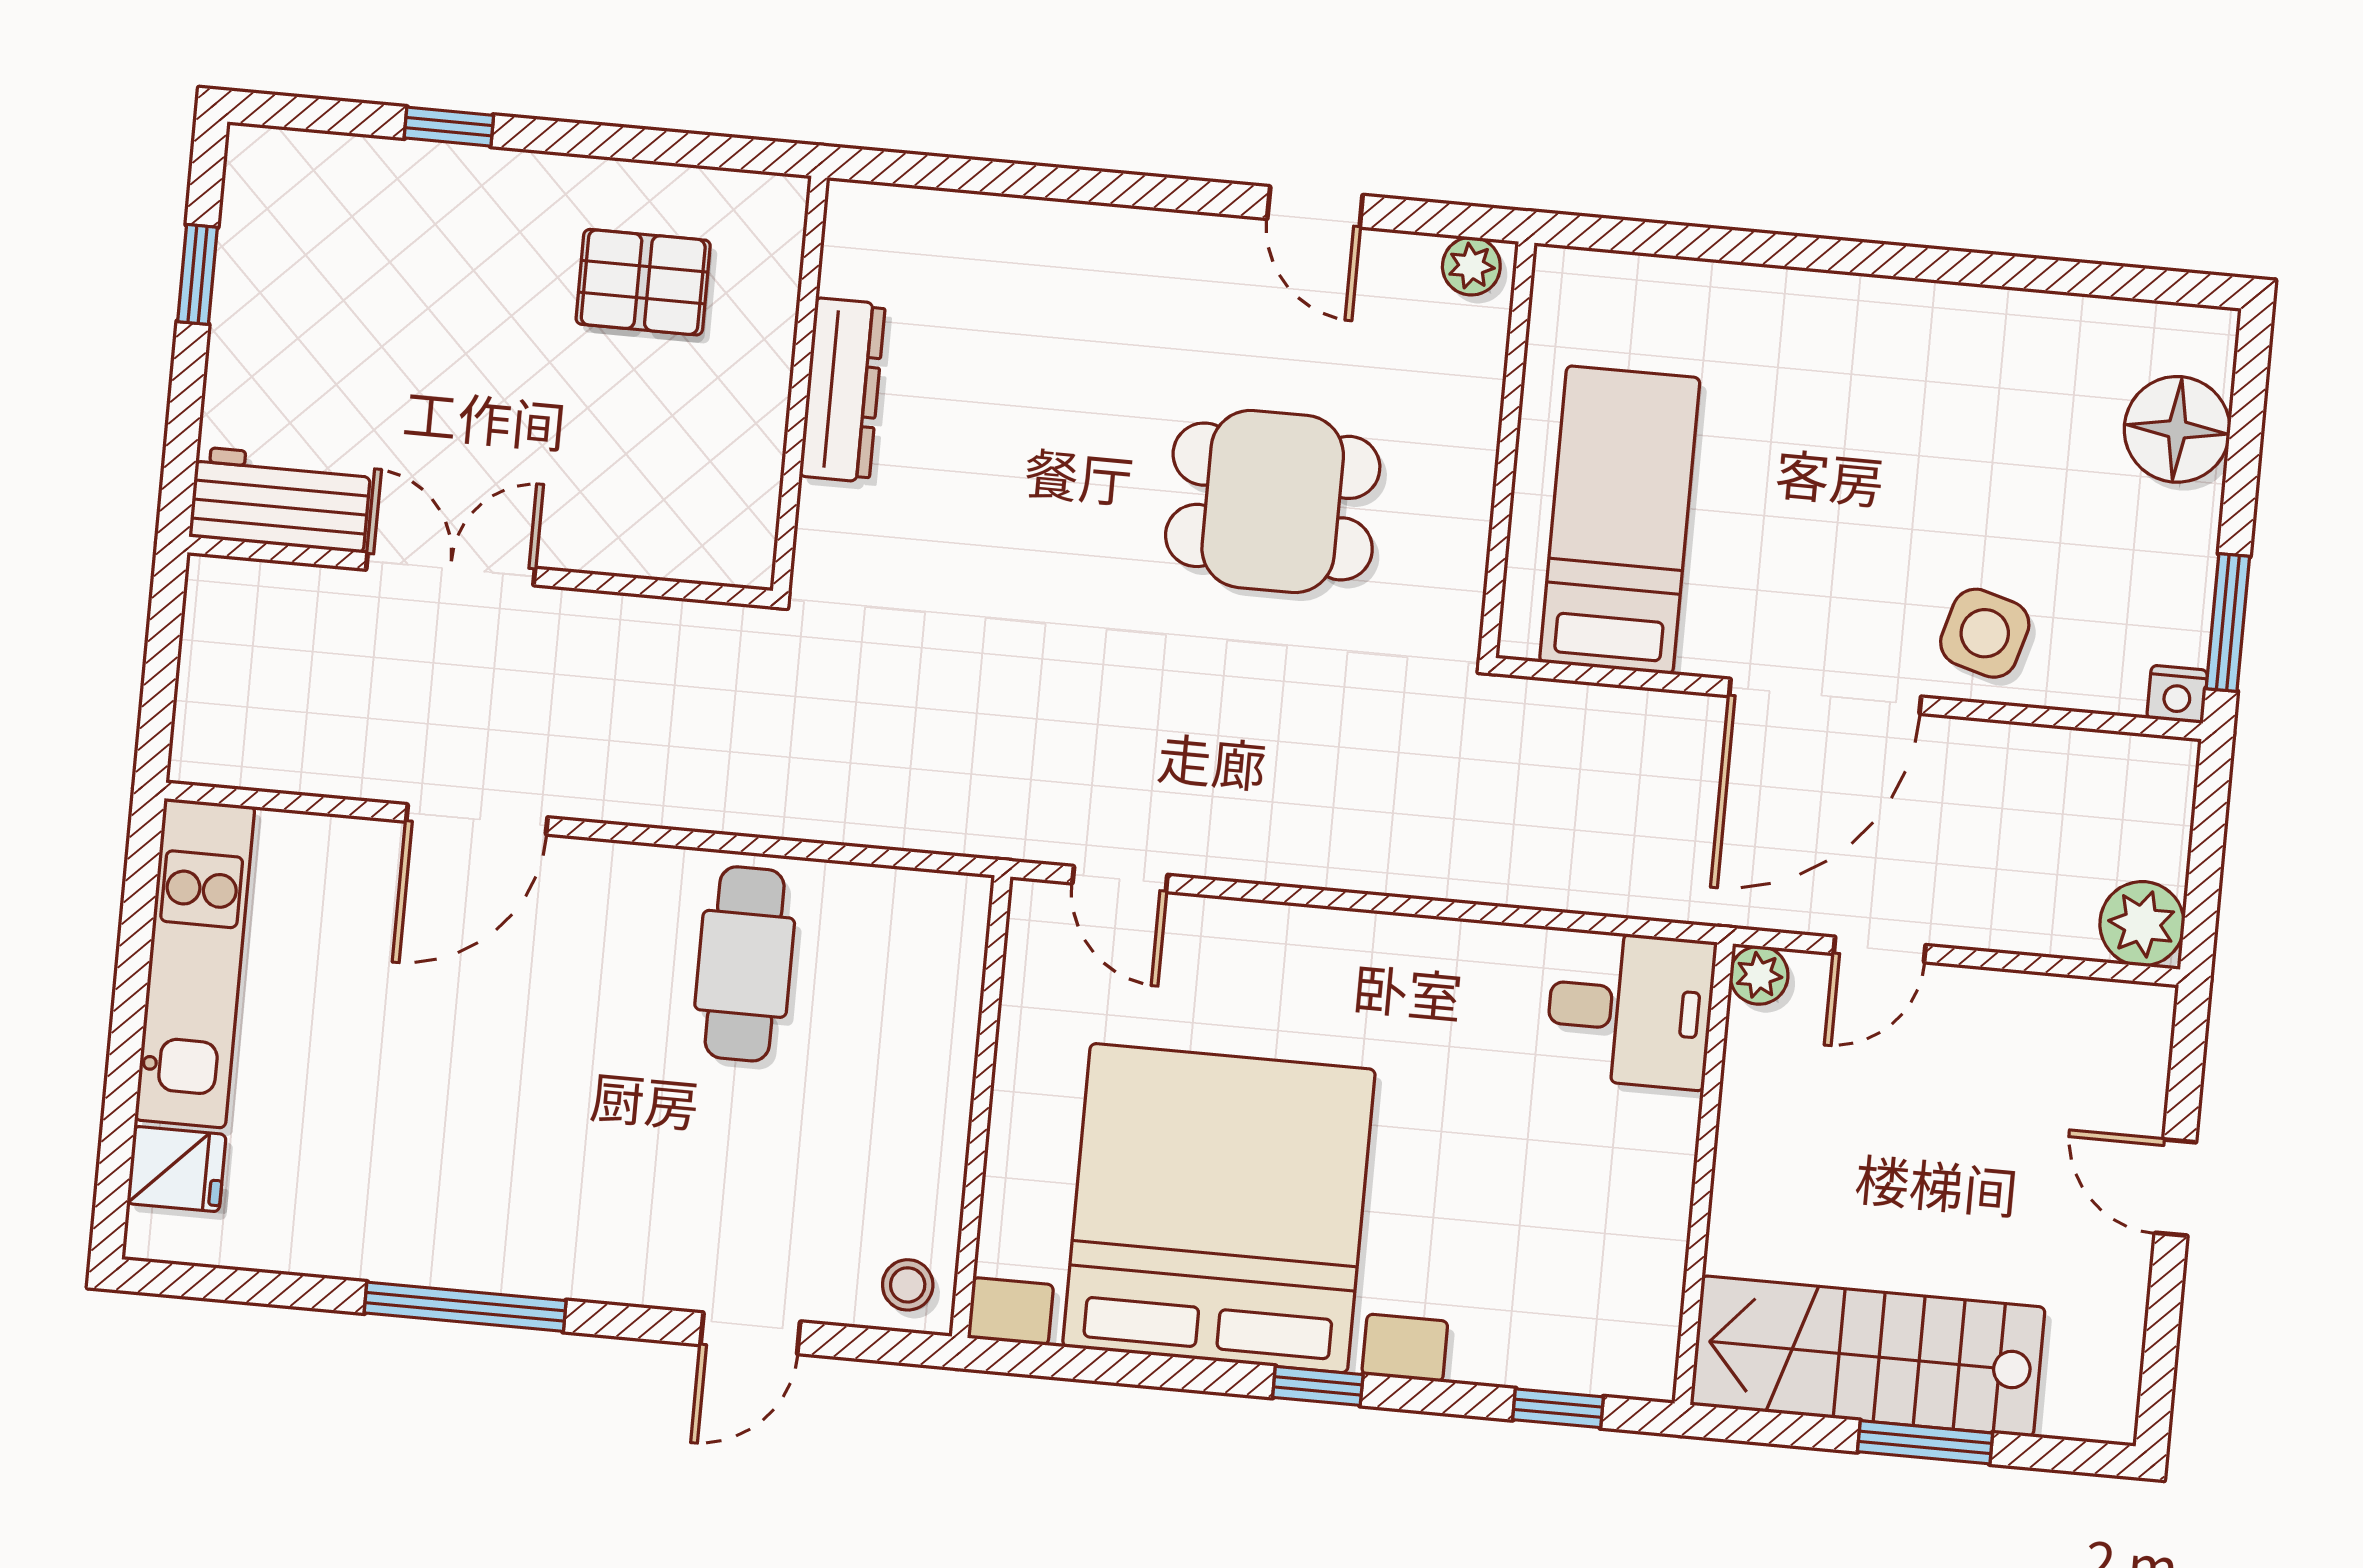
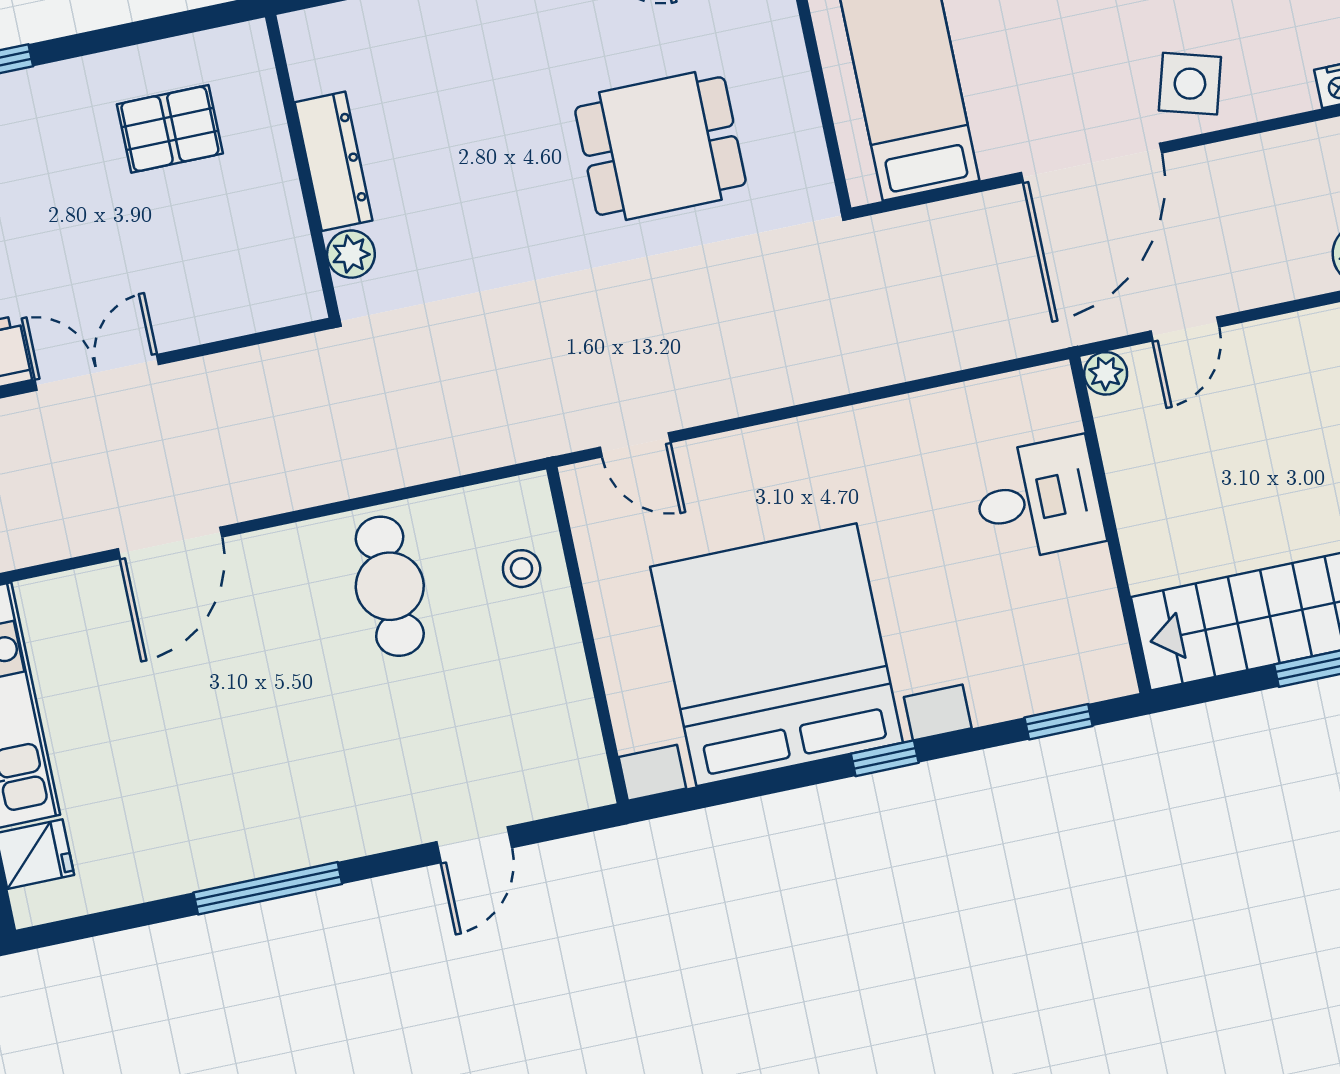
plant: (828, 517) -> (351, 254), added
desk: (1630, 1009) -> (1038, 499), moved
stool: (908, 1285) -> (522, 569), moved

